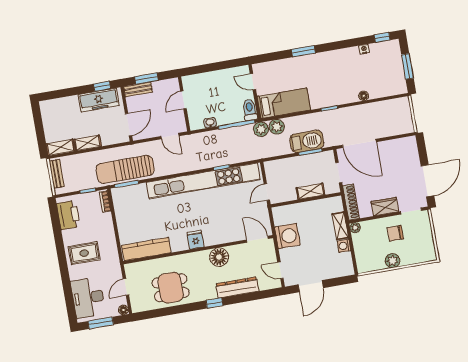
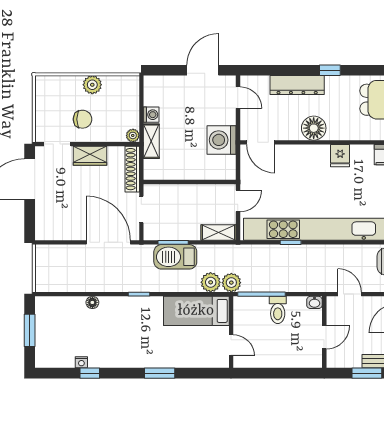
window: (382, 37) -> (90, 373), moved
toilet: (250, 110) -> (278, 310), moved
washbasin: (210, 123) -> (314, 302), moved
shelving: (310, 191) -> (218, 232), moved

